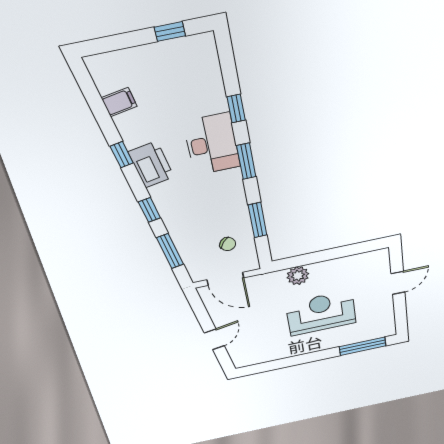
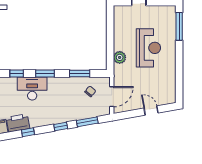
printer: (151, 164) -> (18, 123), moved
reception desk: (321, 313) -> (148, 48), turned 180

